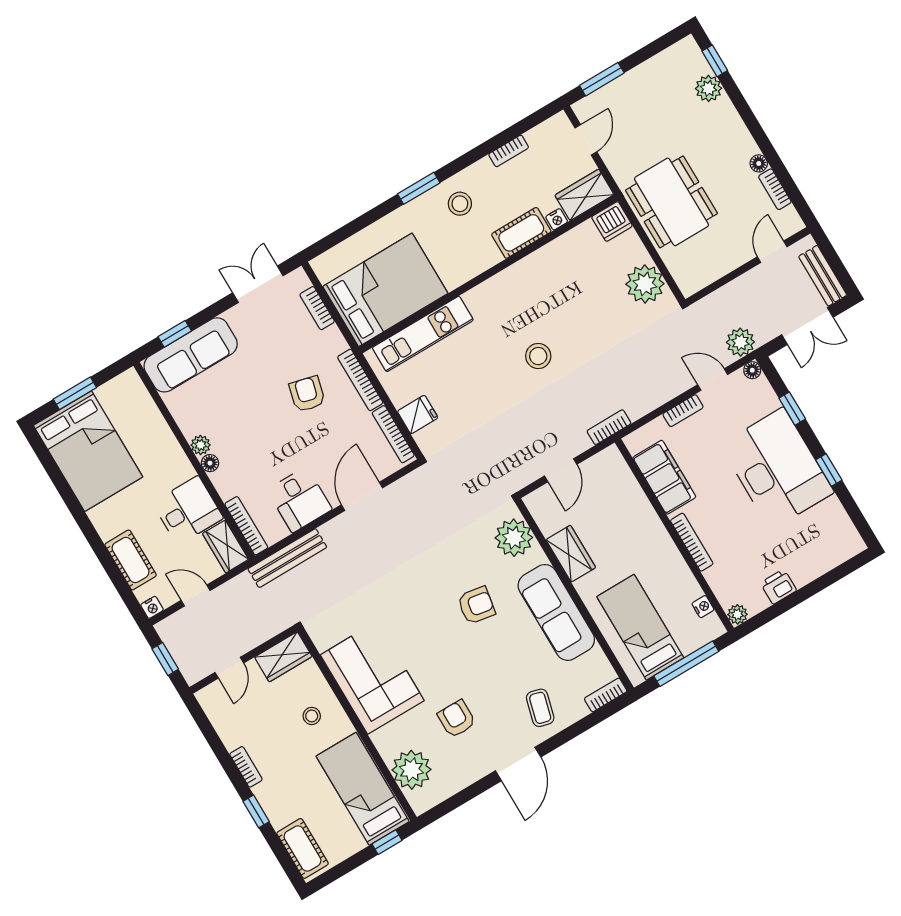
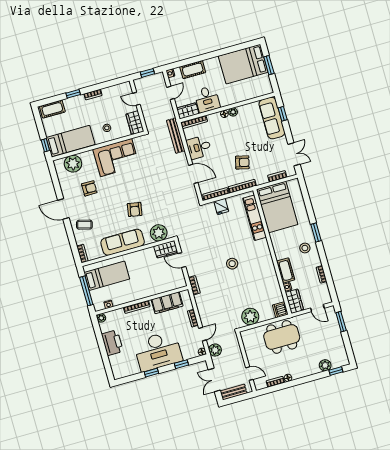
wardrobe: (571, 554) -> (166, 249), moved
printer: (778, 587) -> (112, 343), width x1.87, depth x1.48

